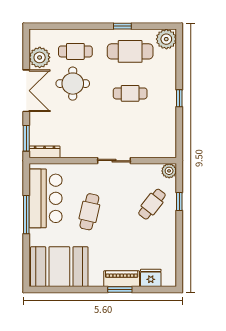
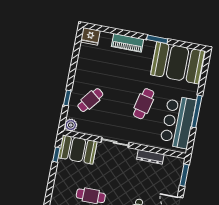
window: (179, 98) -> (56, 155), moved
booth: (156, 144) -> (78, 150), added
dresser: (45, 152) -> (150, 157), moved
fridge: (151, 278) -> (90, 36), moved
window: (120, 289) -> (157, 39), moved

